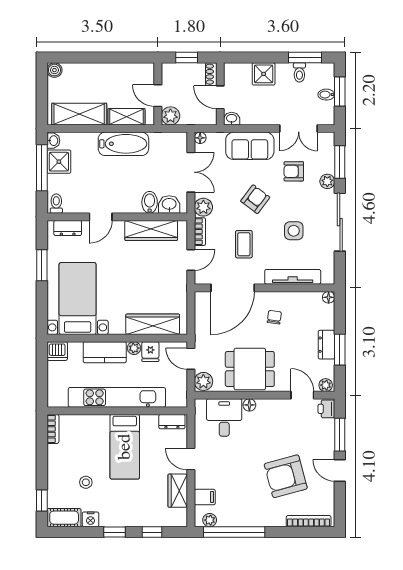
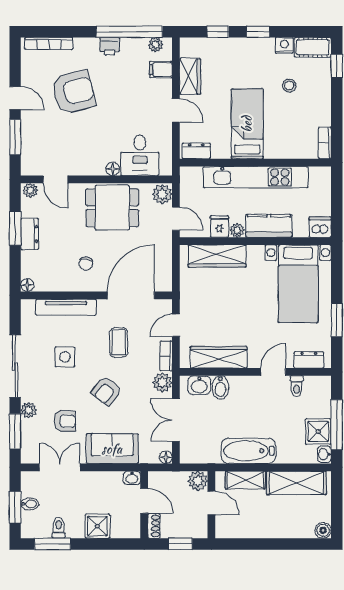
toilet: (56, 204) -> (297, 386), moved
printer: (326, 409) -> (110, 46), moved, turned 90

